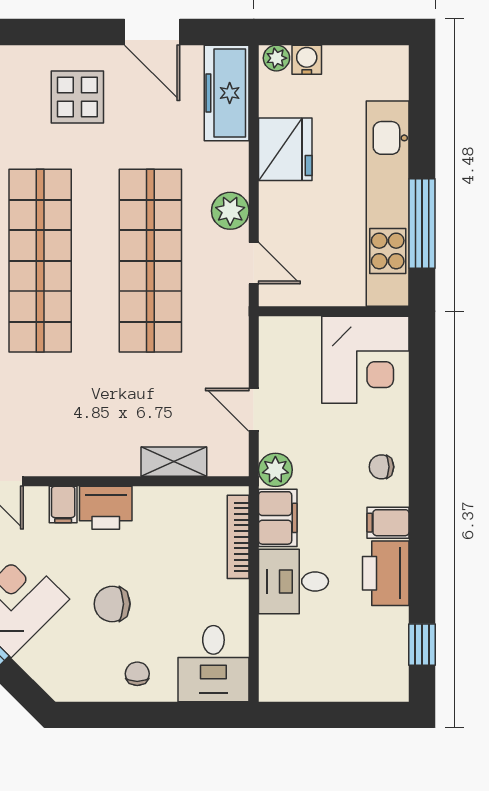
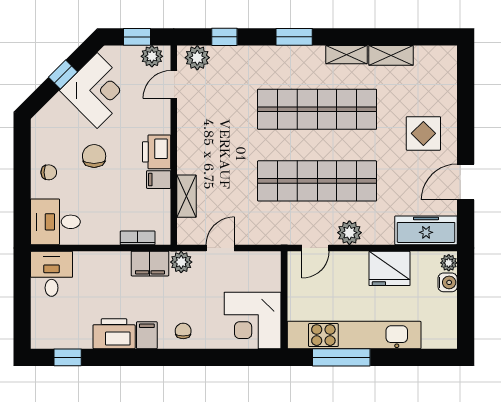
filing cabinet: (63, 505) -> (159, 180), moved
bookcase: (238, 537) -> (138, 238), width x0.64
desk: (293, 581) -> (52, 274), moved

